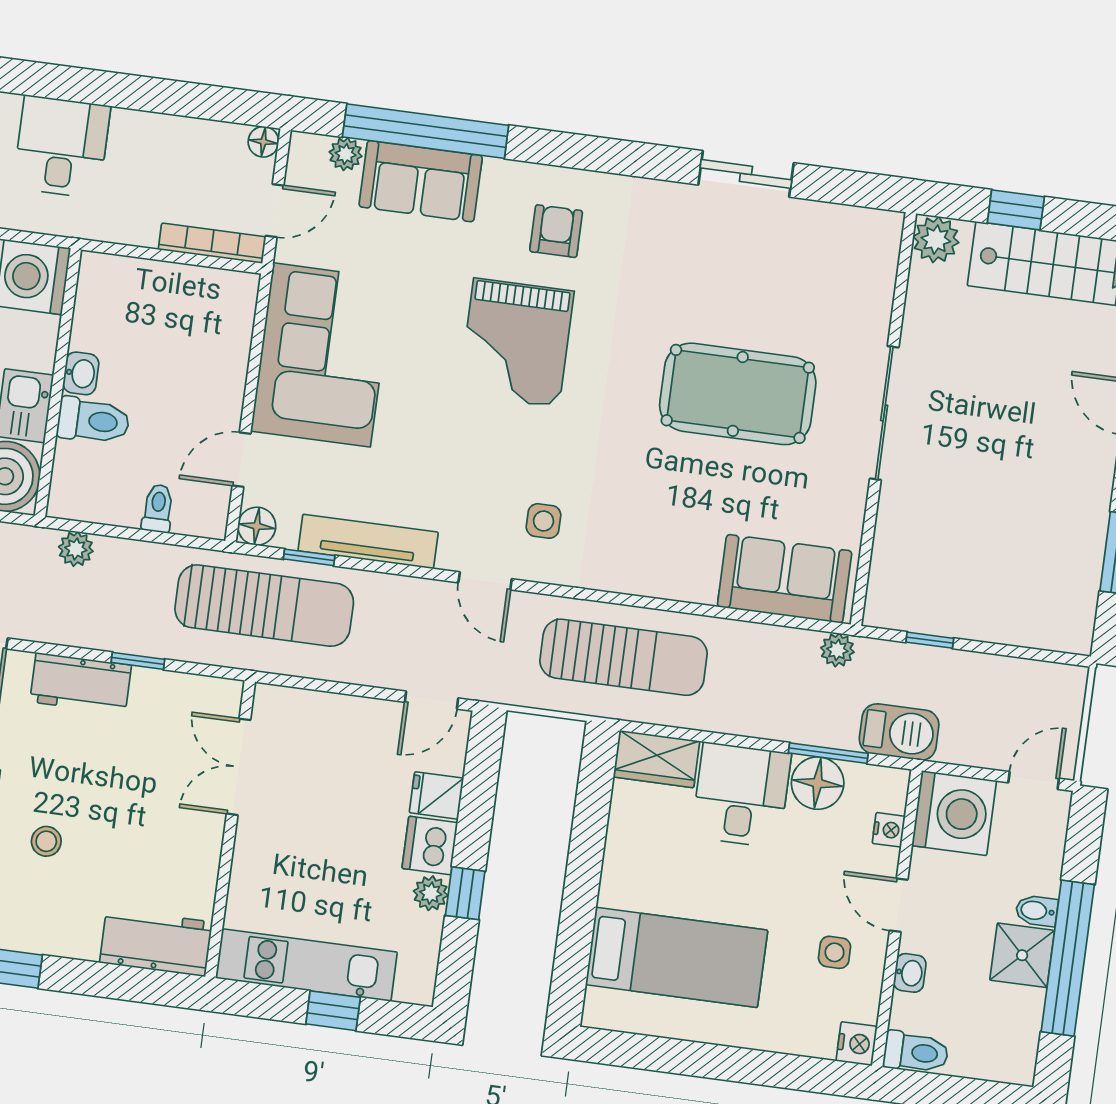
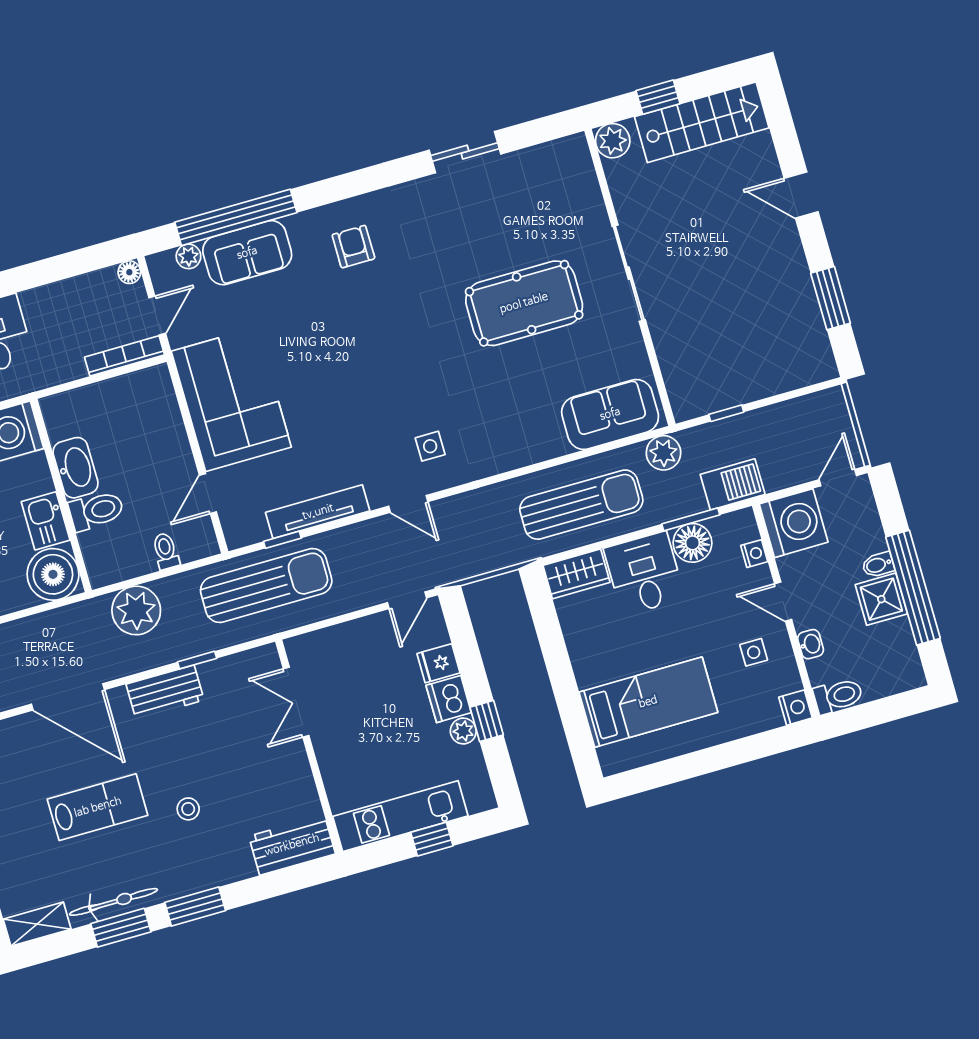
grand piano: (516, 343) -> (359, 334), removed
washbasin: (81, 373) -> (75, 468), width x1.91, depth x1.45
floor lamp: (257, 526) -> (238, 534), removed
plant: (76, 549) -> (136, 610), width x1.87, depth x1.87
plant: (837, 650) -> (663, 453), width x1.38, depth x1.38
sun lounger: (624, 657) -> (581, 505), moved

